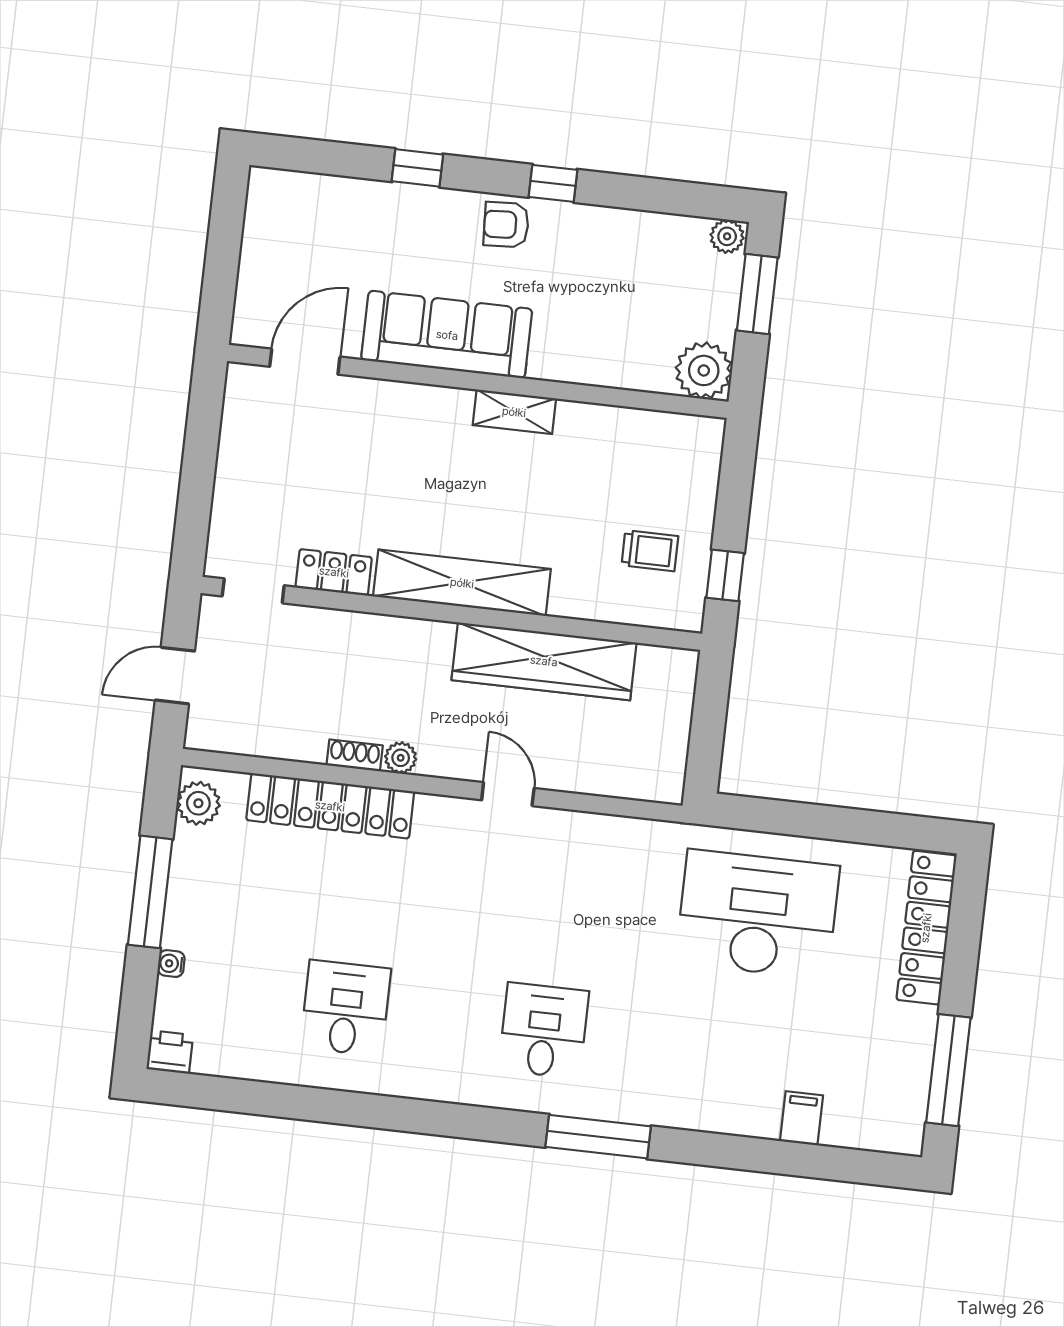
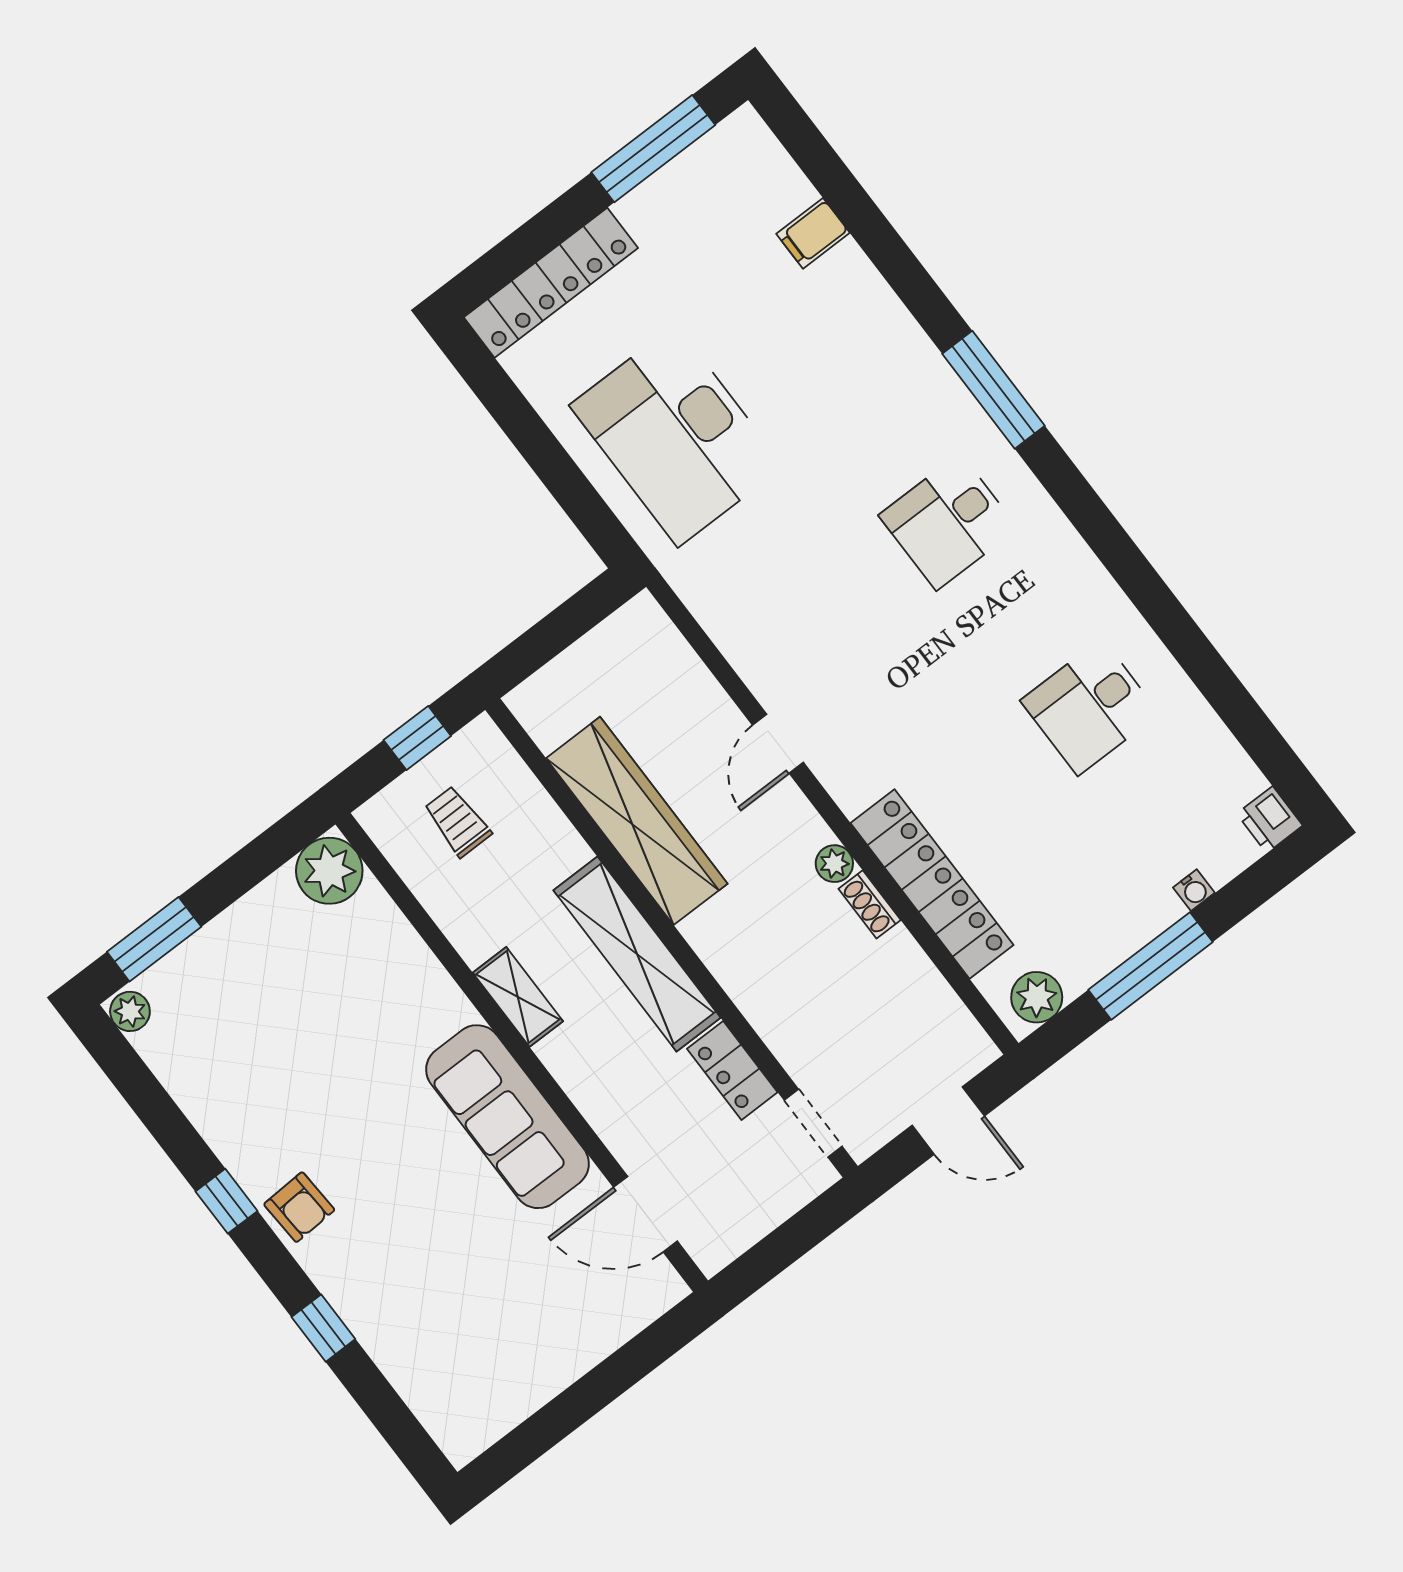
sofa: (447, 335) -> (507, 1117), moved
door: (305, 362) -> (646, 1214), moved
plant: (704, 370) -> (329, 871), moved
wall: (478, 381) -> (522, 1052), moved
shelving: (514, 412) -> (518, 997), moved

